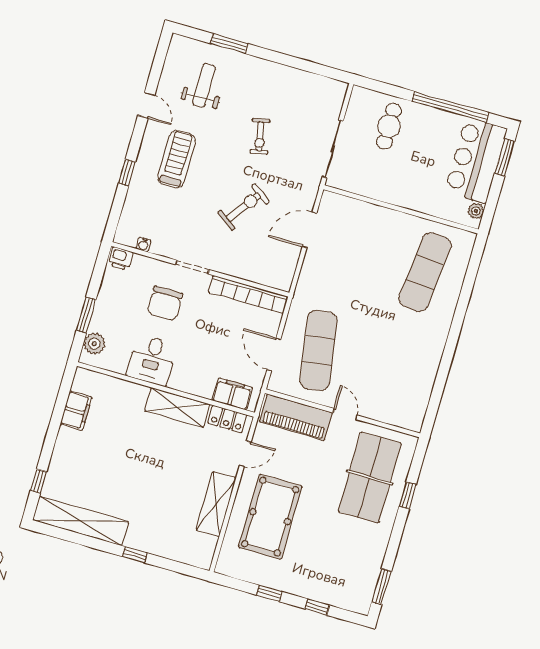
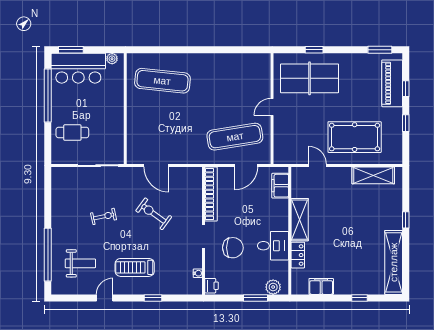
window: (229, 44) -> (48, 255), width x2.11
weight bench: (204, 85) -> (80, 263), turned 180
piano: (296, 417) -> (392, 83), moved, turned 180
locker: (227, 419) -> (298, 255), moved
window: (39, 481) -> (360, 298), moved
shelving: (216, 504) -> (373, 175), moved

